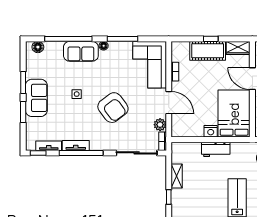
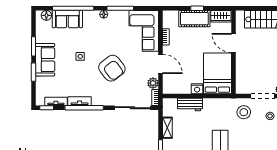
sofa: (81, 51) -> (67, 19), moved
workbench: (216, 149) -> (190, 105), moved

